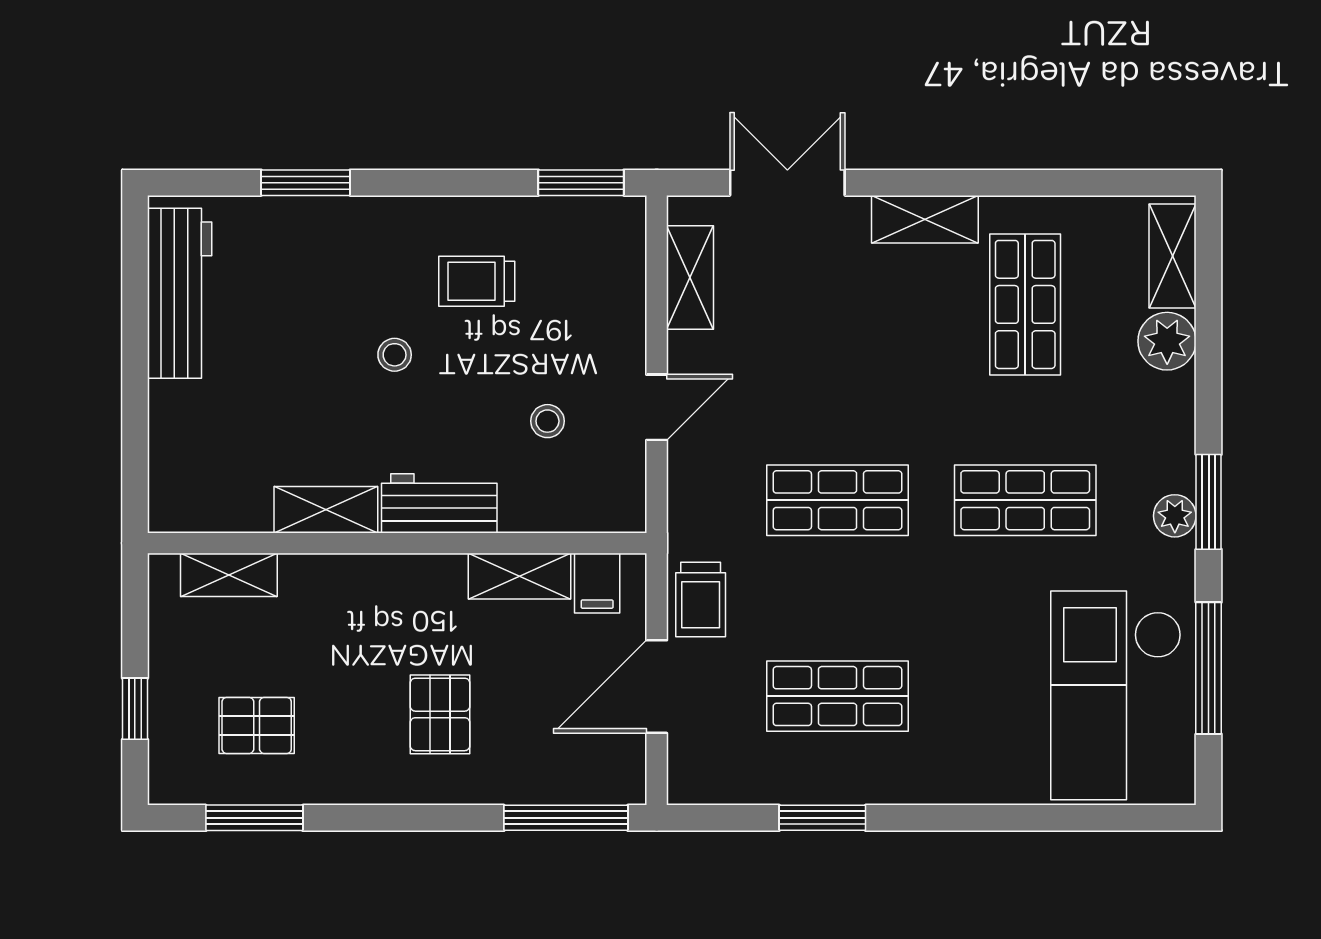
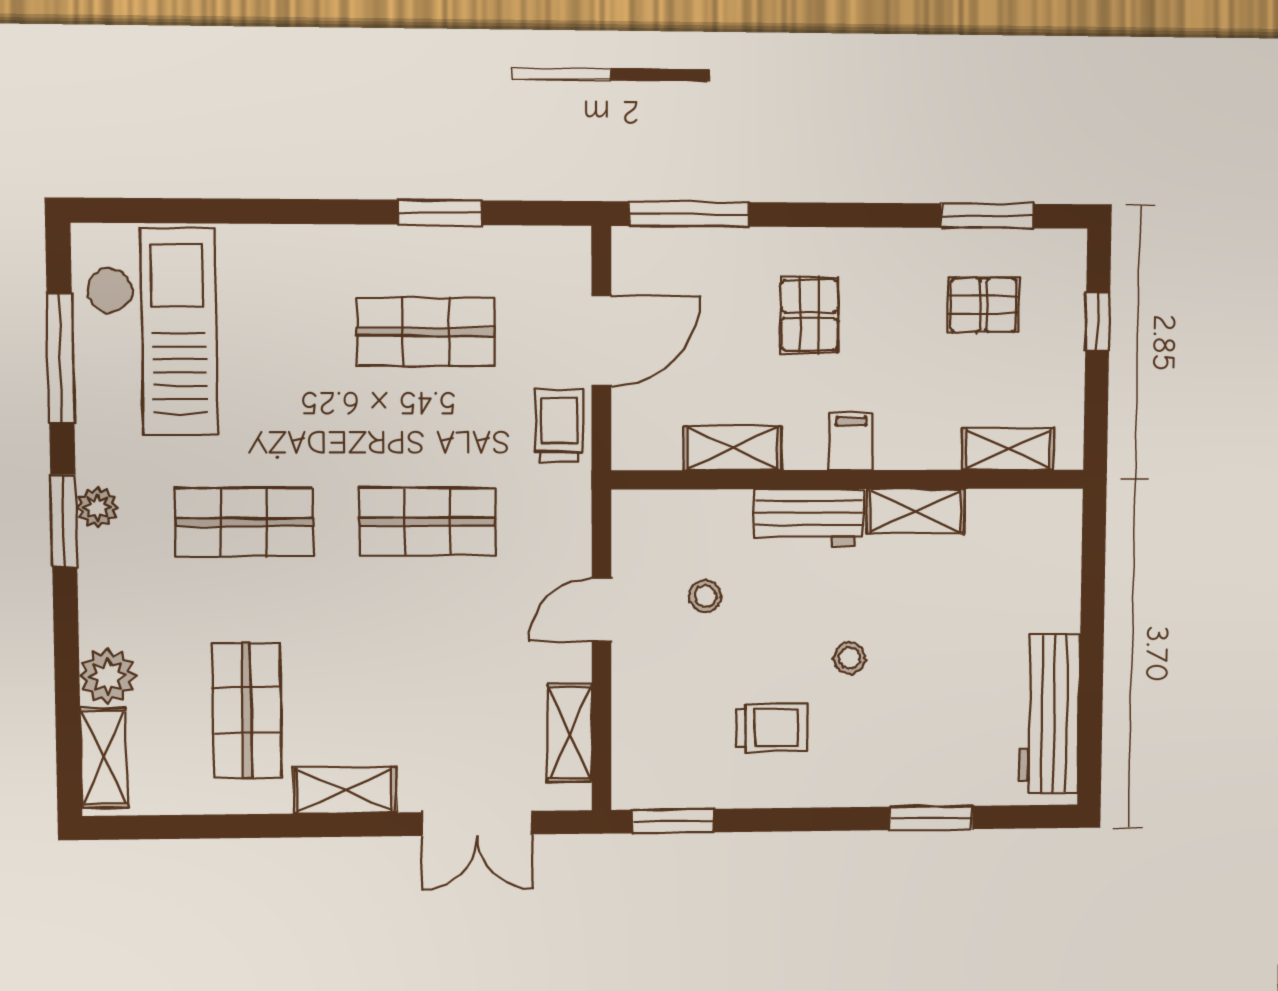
filing cabinet: (597, 583) -> (851, 441), moved

